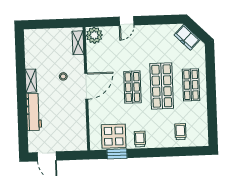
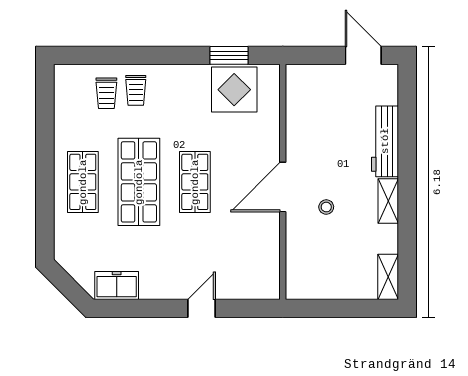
plant: (94, 35) -> (264, 284), removed
freezer: (187, 37) -> (117, 285), moved, turned -45
shelving: (78, 43) -> (388, 277), moved
trolley: (140, 139) -> (136, 90), moved

